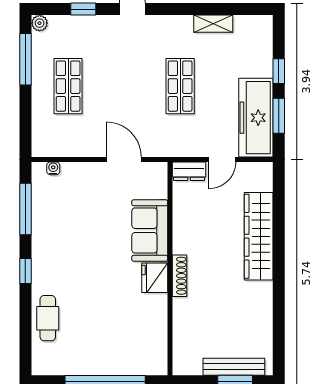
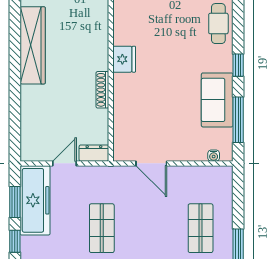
sofa: (150, 230) -> (217, 100), moved, turned 180
wardrobe: (259, 236) -> (33, 45), moved
shoe rack: (179, 276) -> (102, 90), moved

